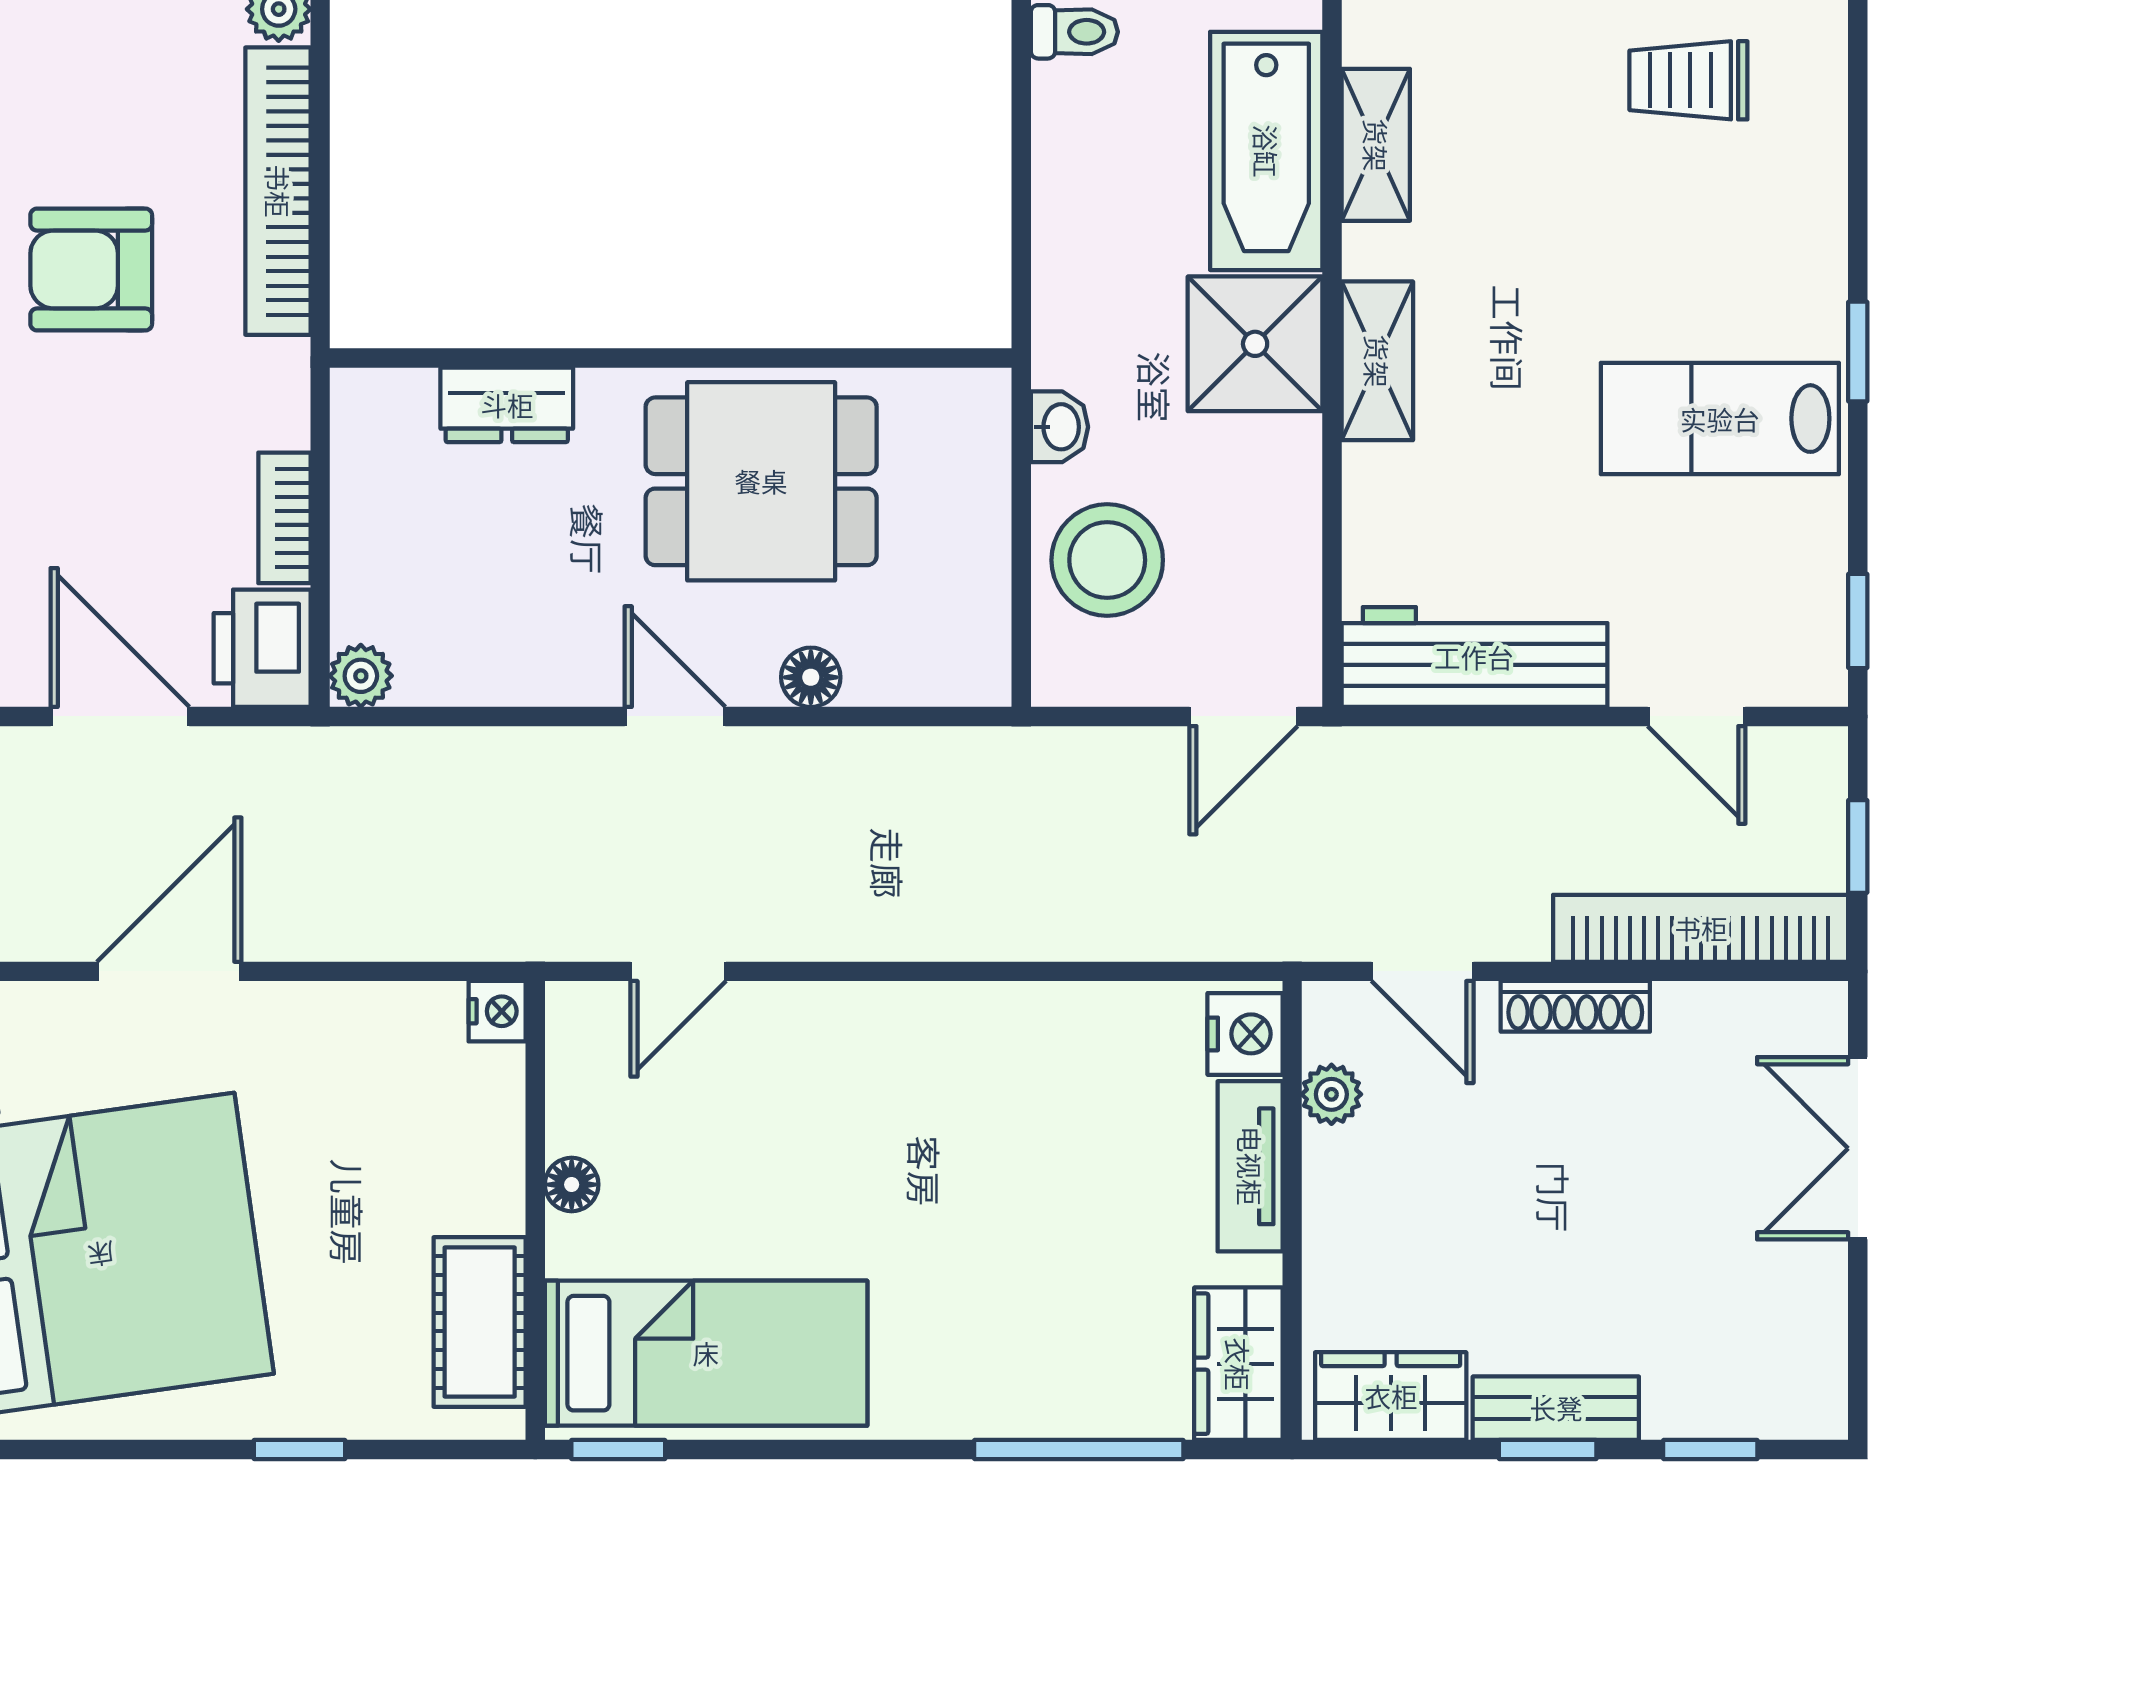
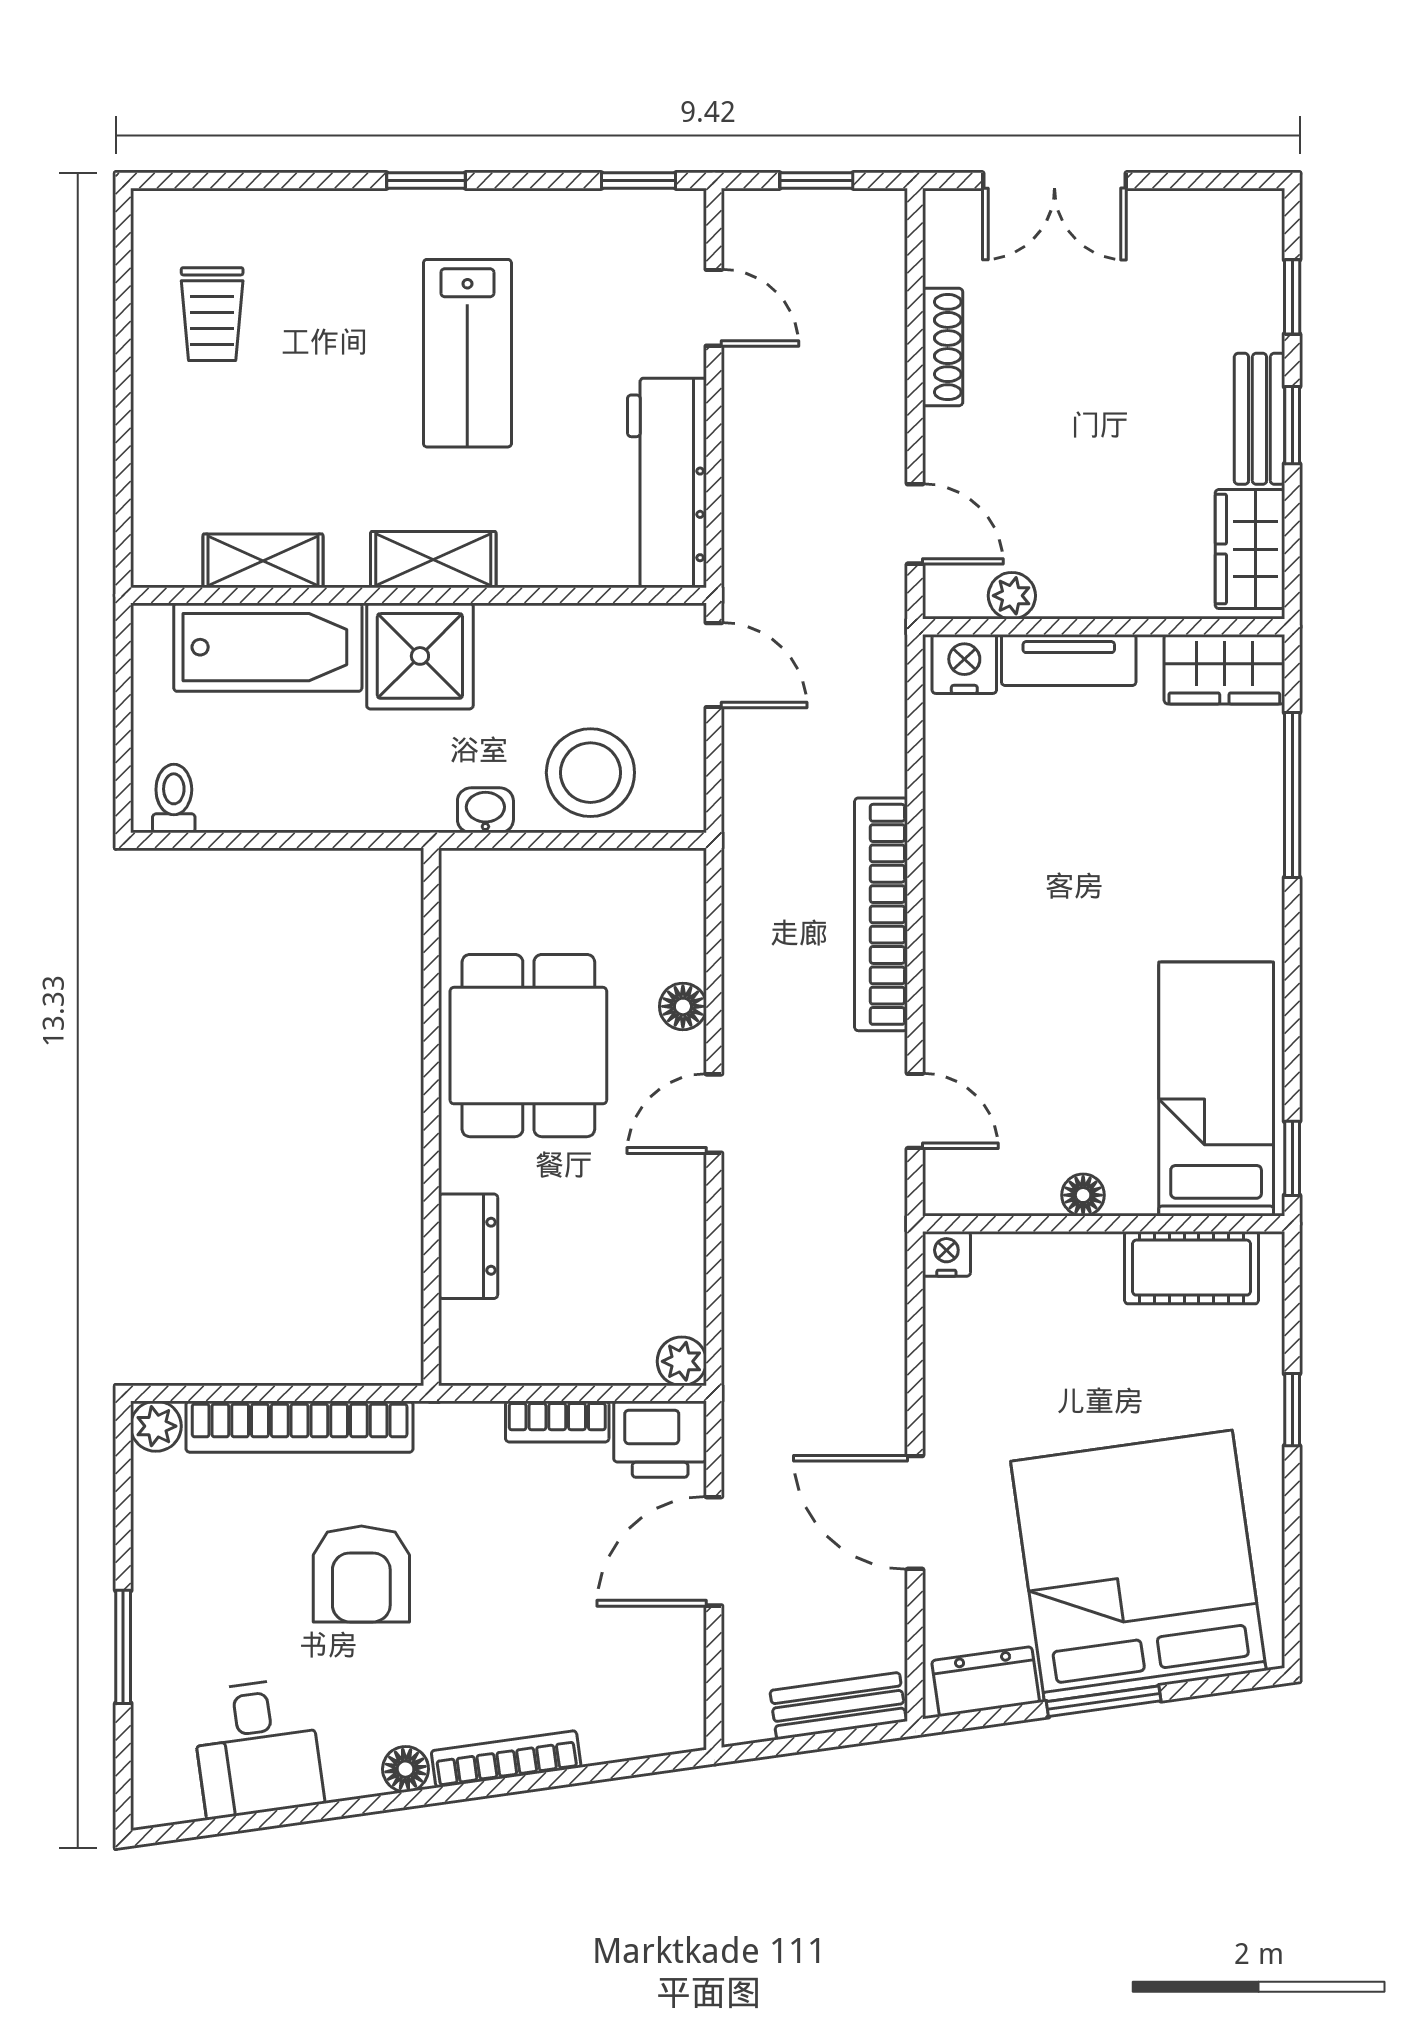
lab bench: (1720, 419) -> (467, 353), moved
door: (1697, 716) -> (714, 308), hinge flipped
bookcase: (1701, 928) -> (881, 914), moved
door: (1422, 971) -> (915, 524), hinge flipped
shoe rack: (1575, 1006) -> (943, 347), moved

